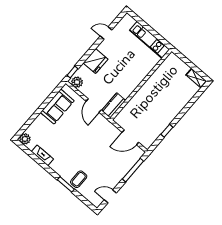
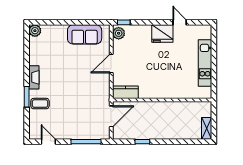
fridge: (95, 61) -> (162, 33), moved
wall: (141, 85) -> (162, 100), moved
kitchen counter: (114, 106) -> (125, 92), moved
door: (130, 137) -> (111, 116), swing flipped
fireplace: (42, 155) -> (34, 77), moved

